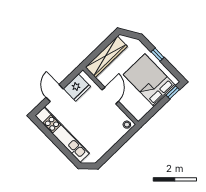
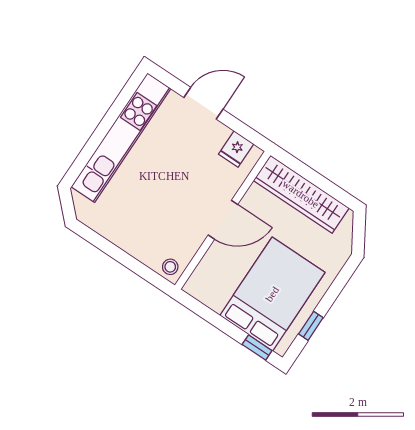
window: (158, 55) -> (311, 326), moved
fridge: (77, 88) -> (236, 149), width x0.53, depth x0.75

